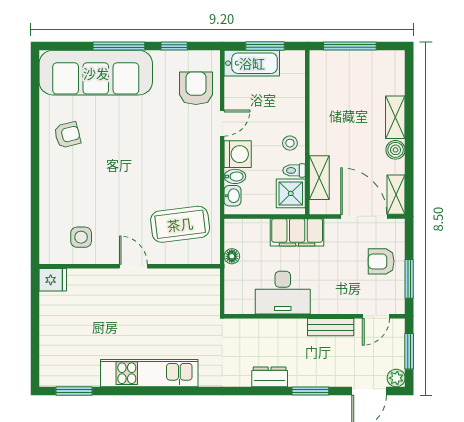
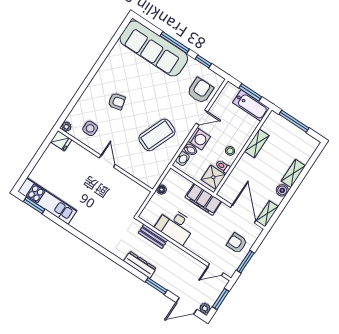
bathtub: (252, 63) -> (251, 105), moved
armchair: (67, 135) -> (117, 101), moved
shelving: (319, 178) -> (257, 143), moved
coffee table: (180, 224) -> (157, 135), moved, turned -61
plant: (47, 256) -> (66, 127), added
bench: (331, 327) -> (153, 236), moved
kitchen unit: (149, 373) -> (47, 201), moved
dresser: (270, 377) -> (140, 265), width x1.44

